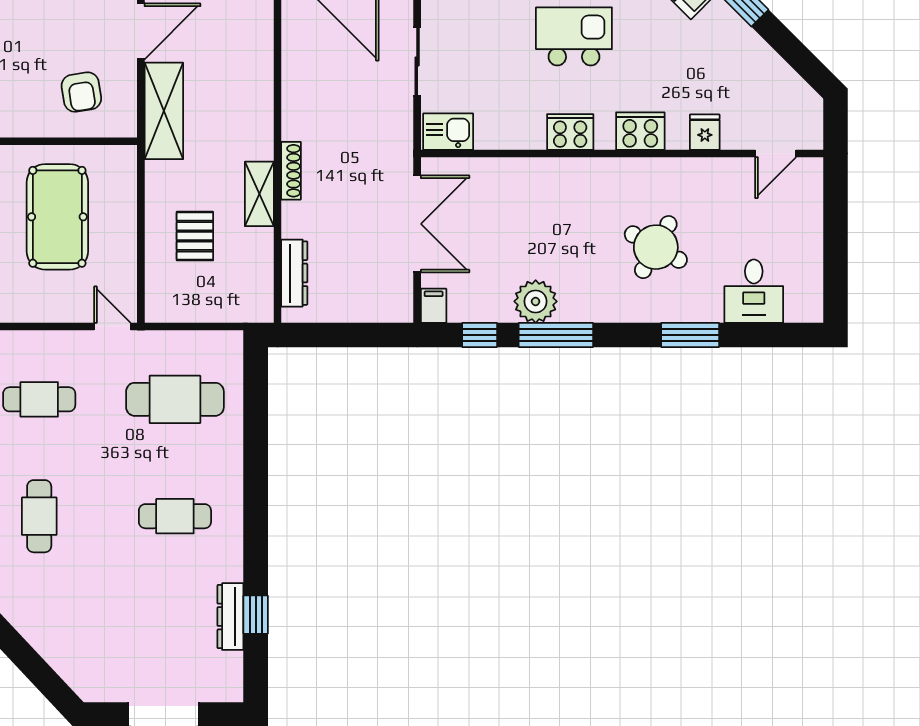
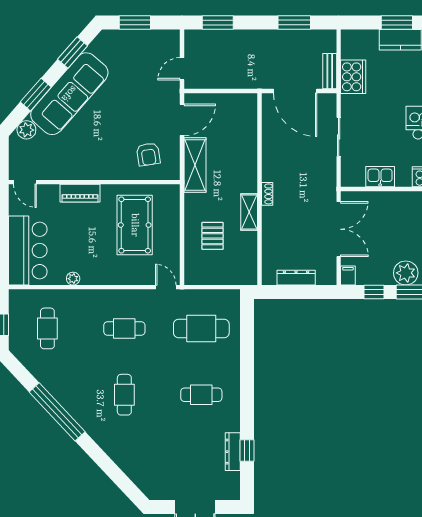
kitchen sink: (448, 132) -> (380, 177), moved
shoe rack: (291, 171) -> (267, 194), width x0.70
dresser: (294, 273) -> (296, 278), moved, turned -90

